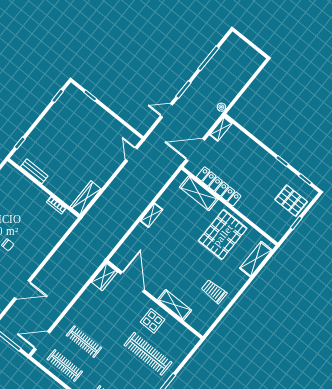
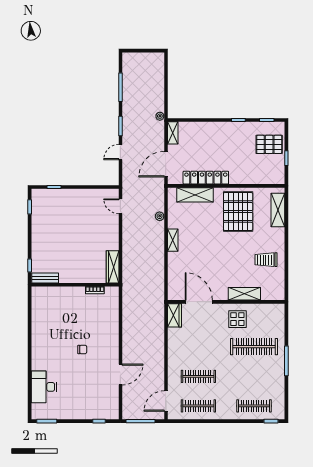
bench: (34, 171) -> (45, 278), moved
plant: (156, 188) -> (160, 216), added

